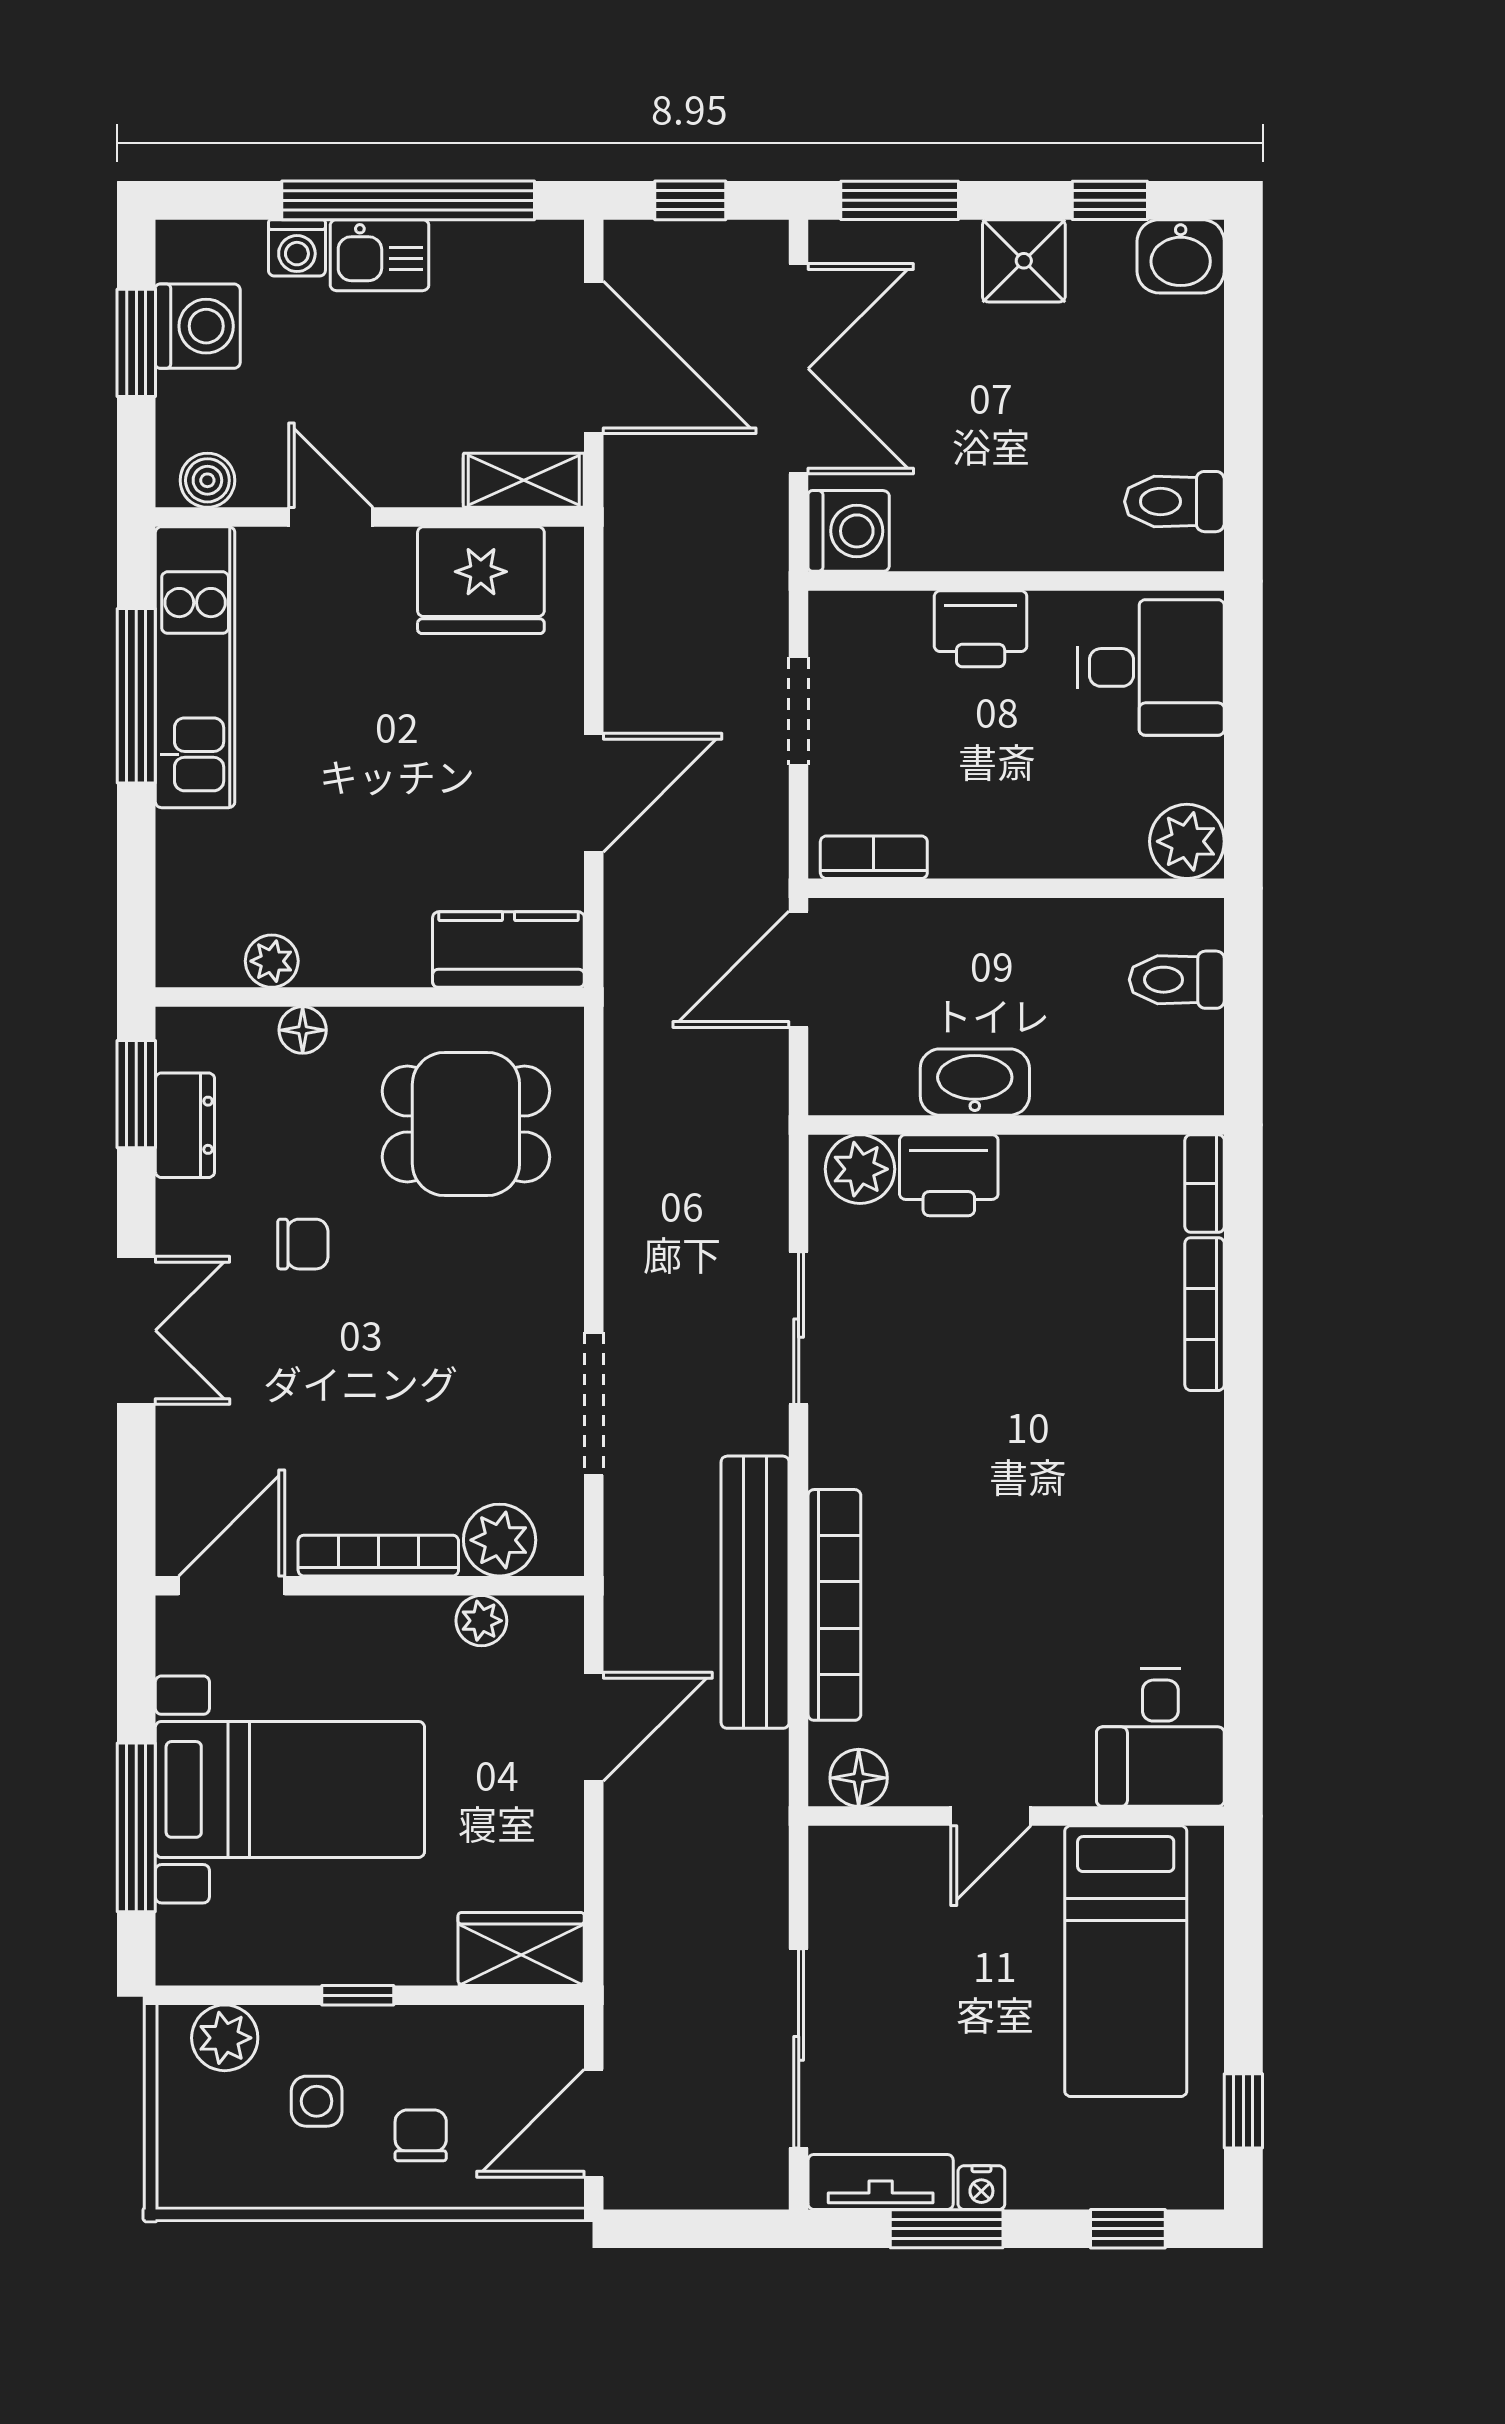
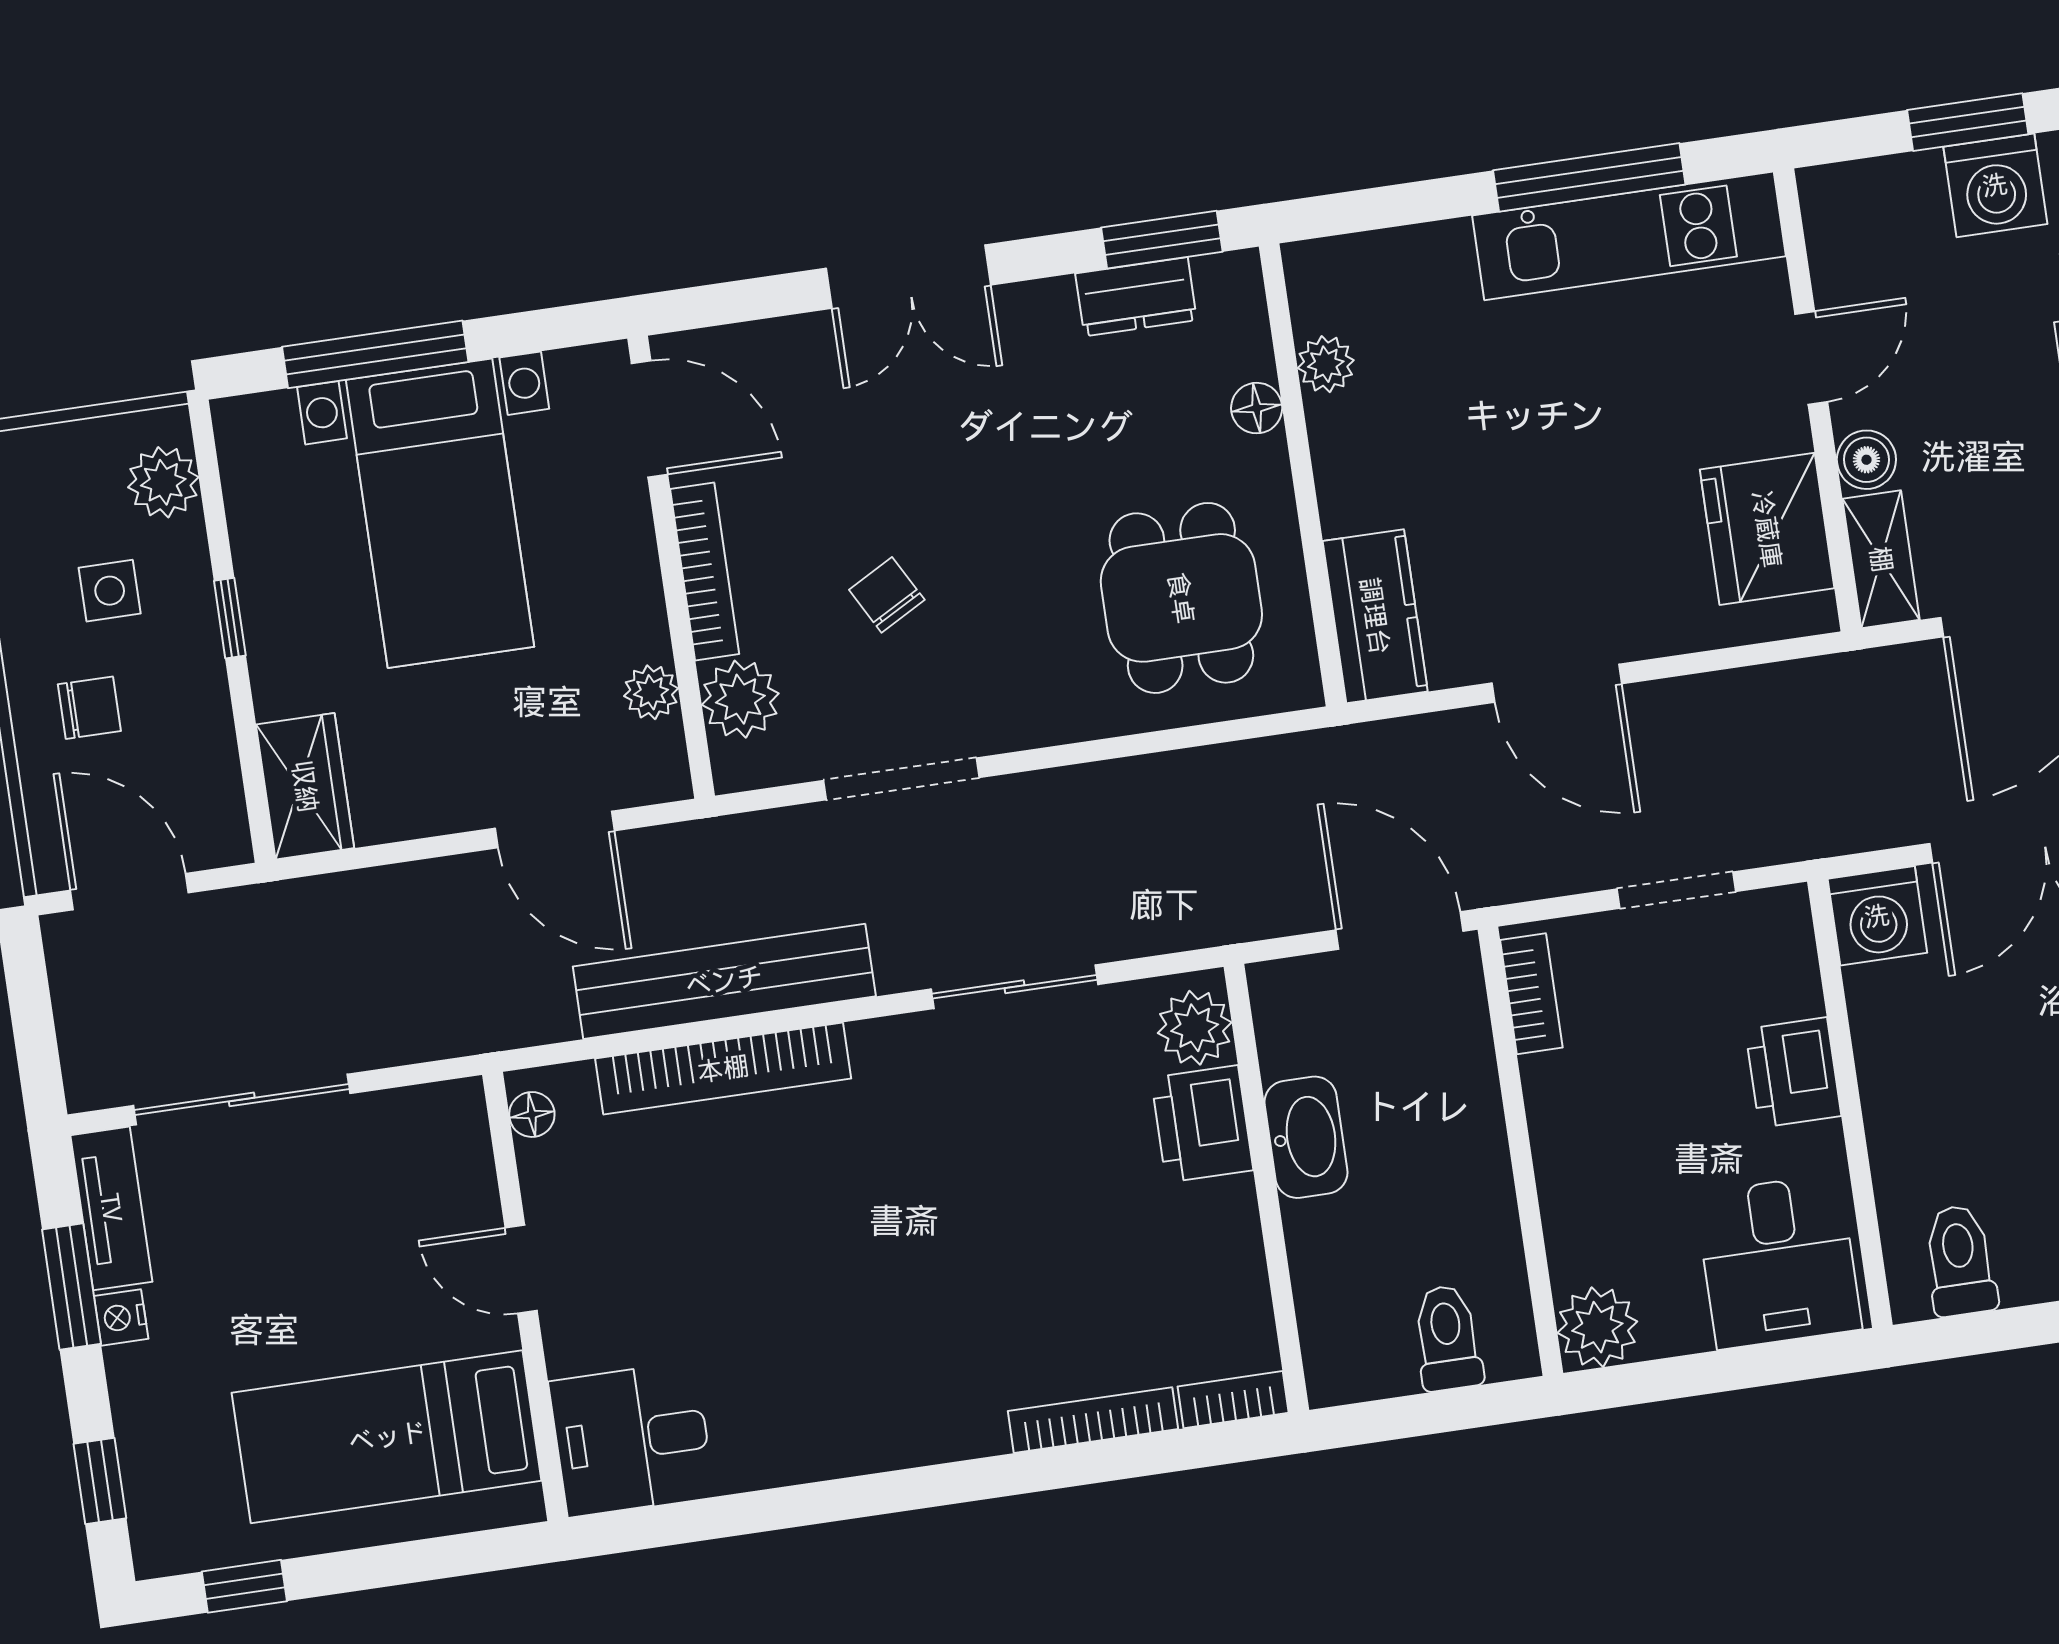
boiler: (207, 480) -> (1866, 460), moved
chair: (303, 1244) -> (887, 595), moved, turned 151
floor lamp: (859, 1778) -> (532, 1114), width x0.73, depth x0.73

